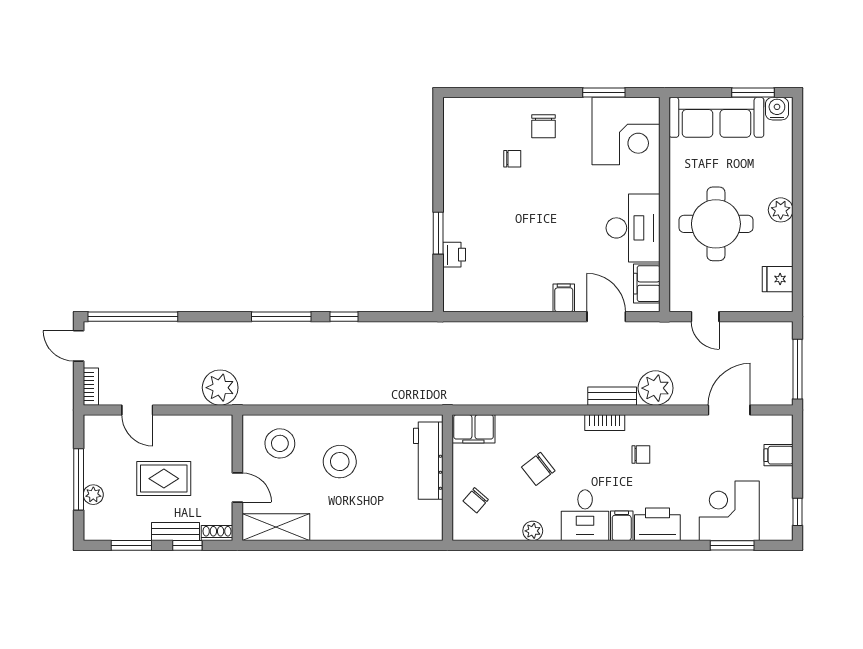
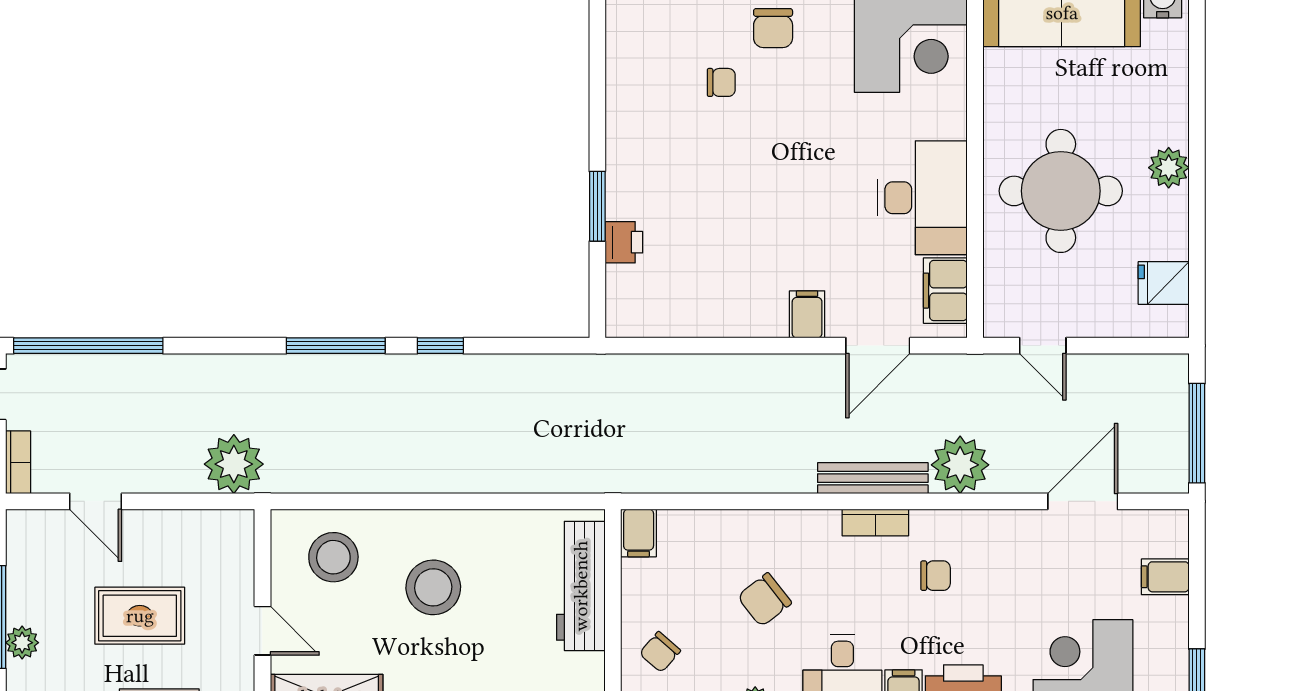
door: (606, 317) -> (878, 346), swing flipped
bench: (612, 396) -> (873, 478), width x1.36
filing cabinet: (473, 429) -> (639, 533), width x0.50

